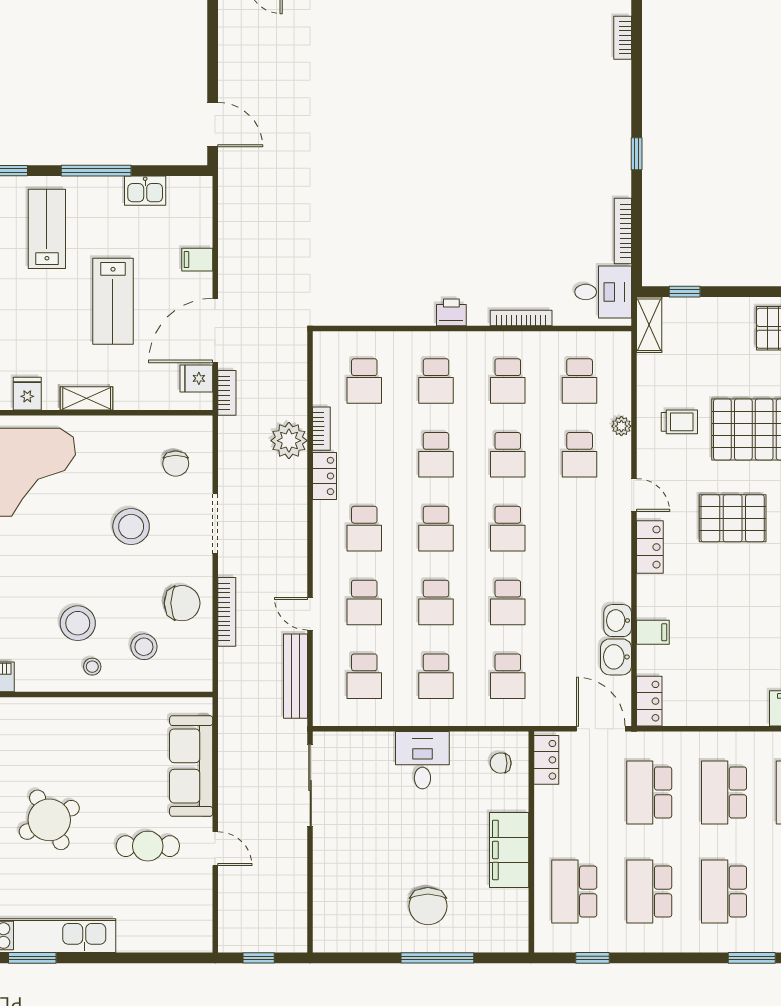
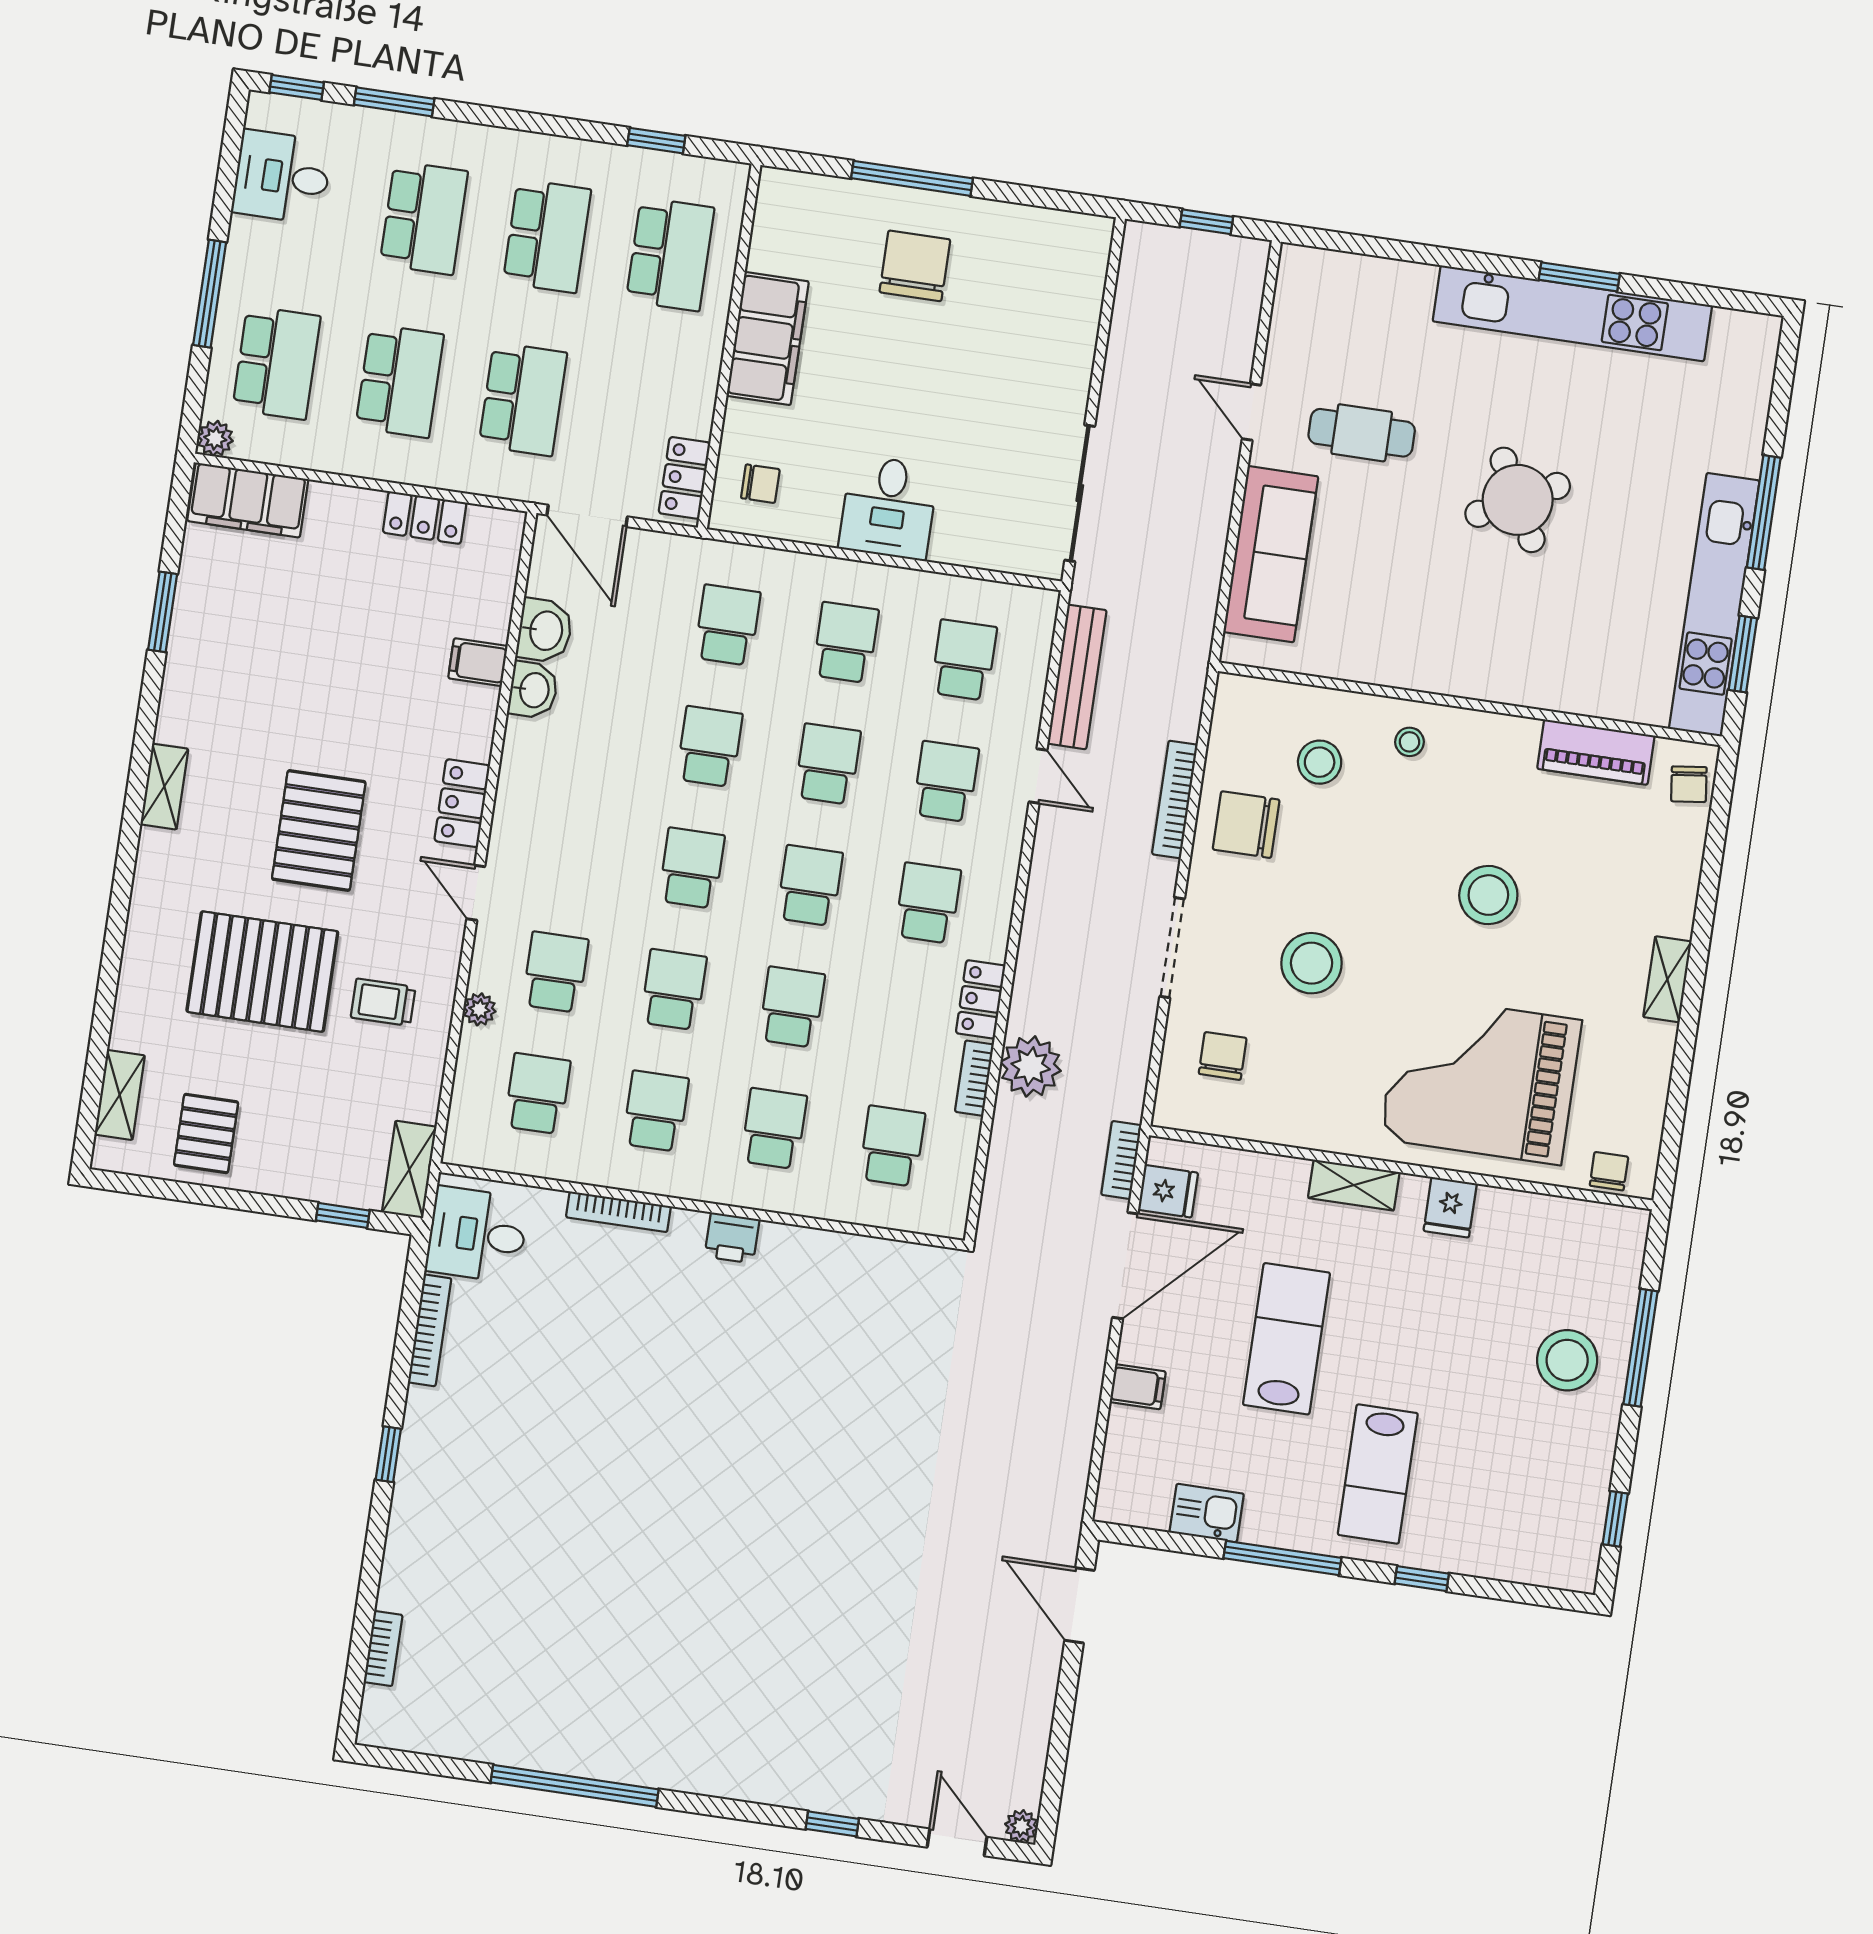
pallet: (733, 518) -> (319, 830), turned 90
stool: (78, 623) -> (1488, 895), moved
locker: (649, 701) -> (425, 518), moved, turned -90

